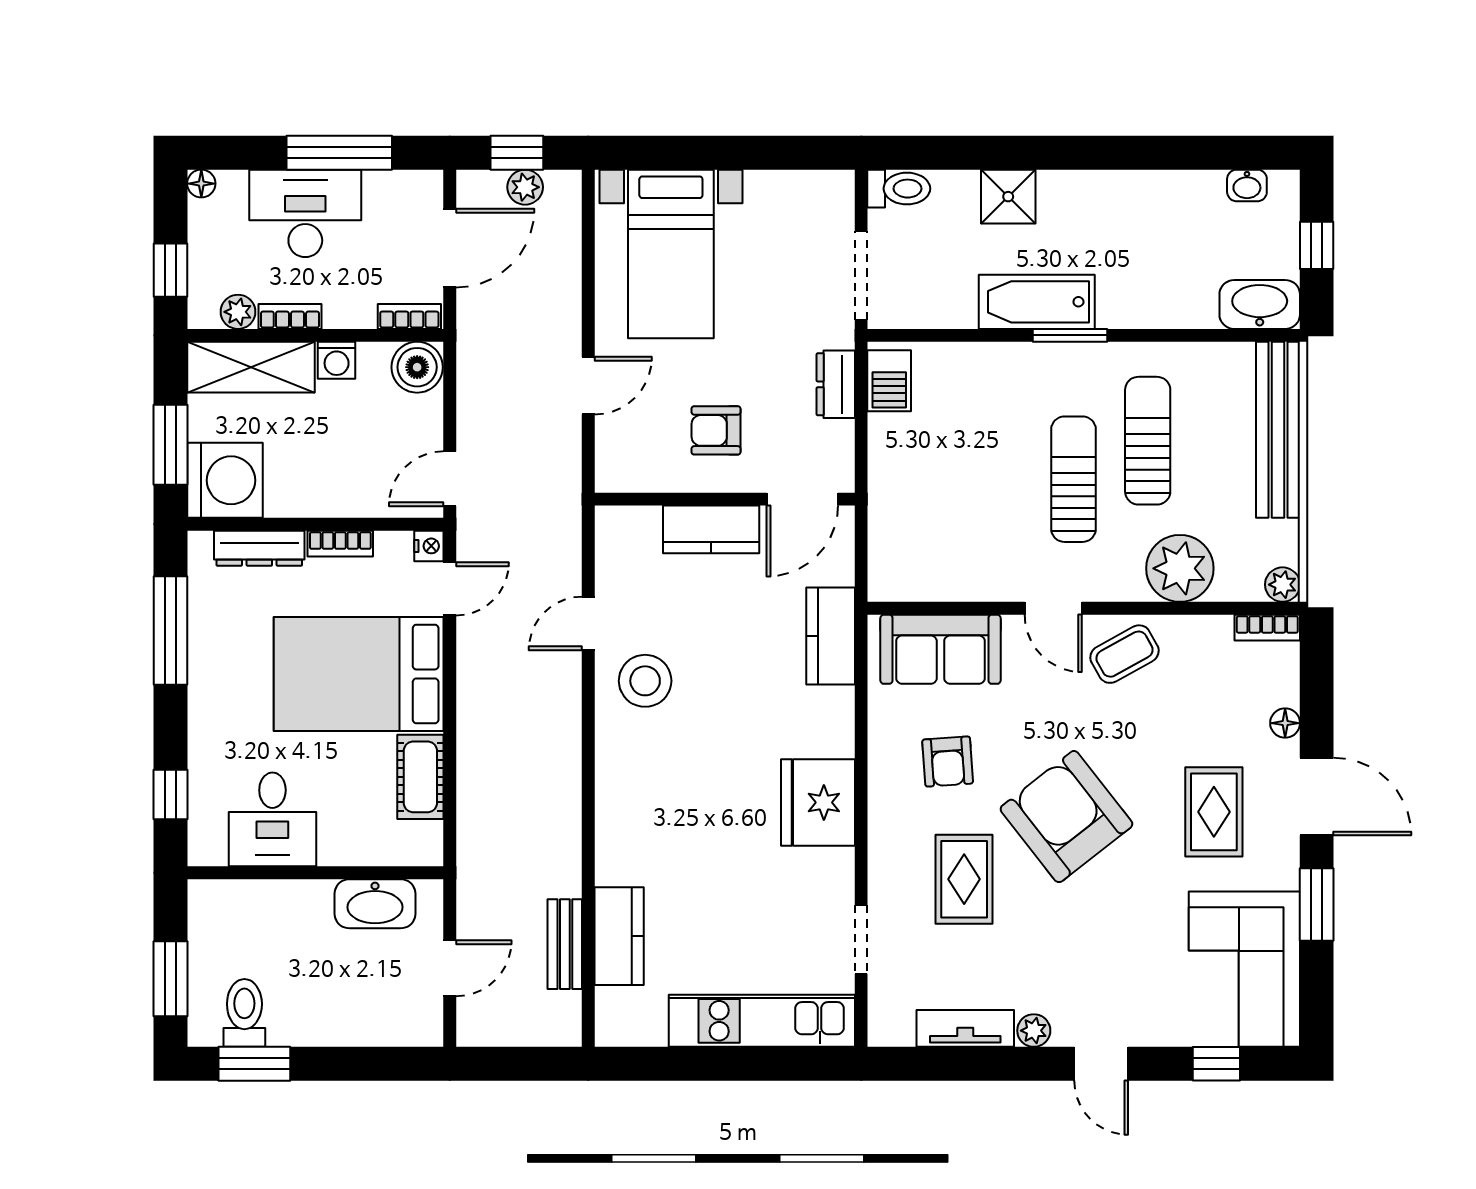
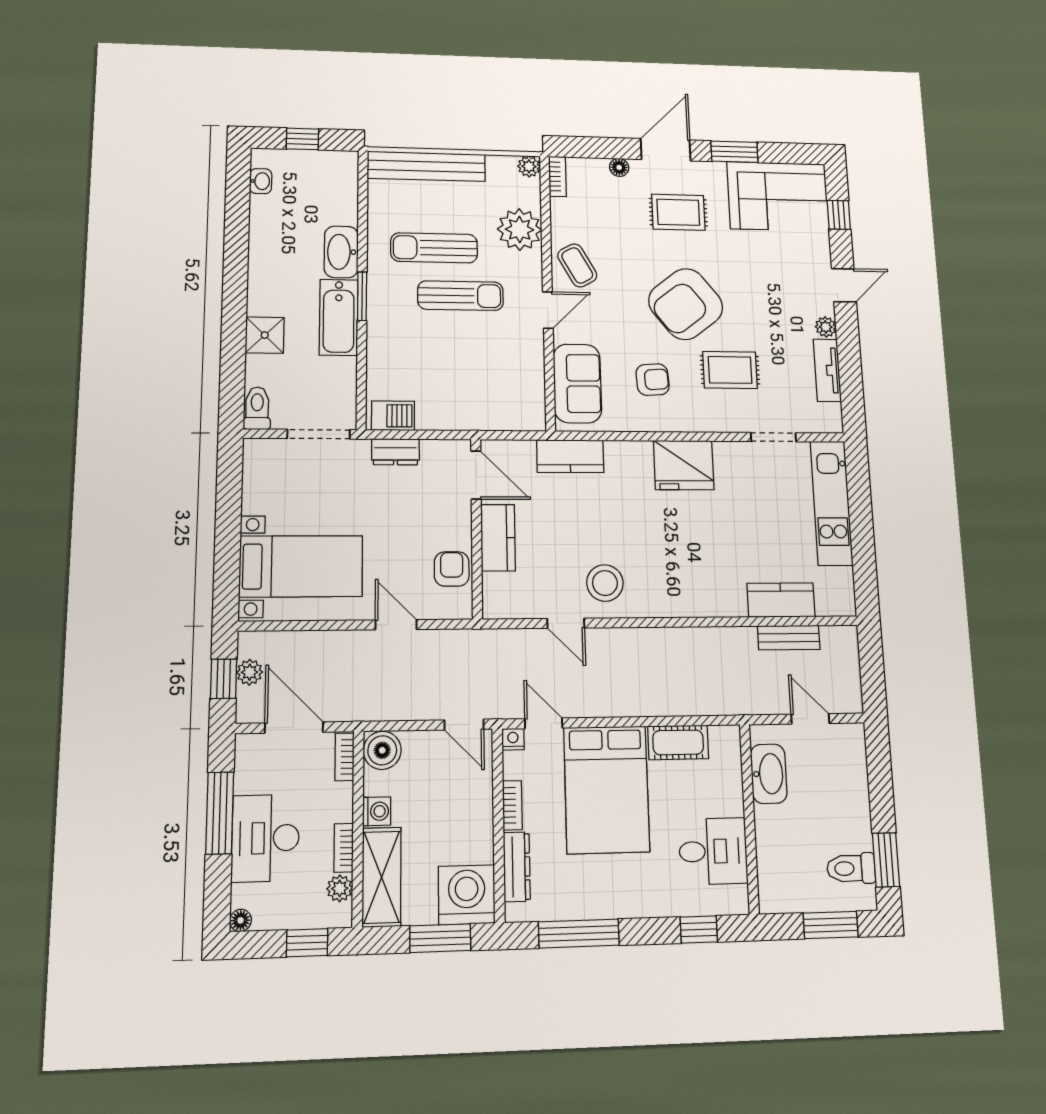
washbasin: (1260, 304) -> (341, 252), moved
armchair: (716, 430) -> (452, 569), moved, turned 180
sun lounger: (1074, 479) -> (461, 296), turned 180

